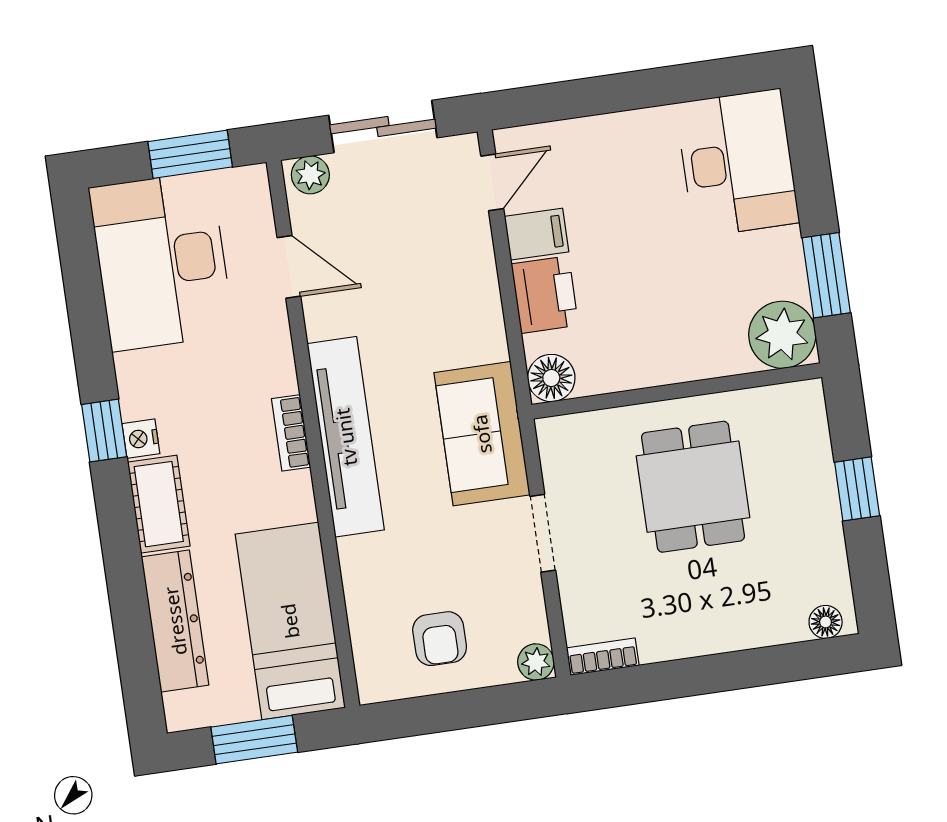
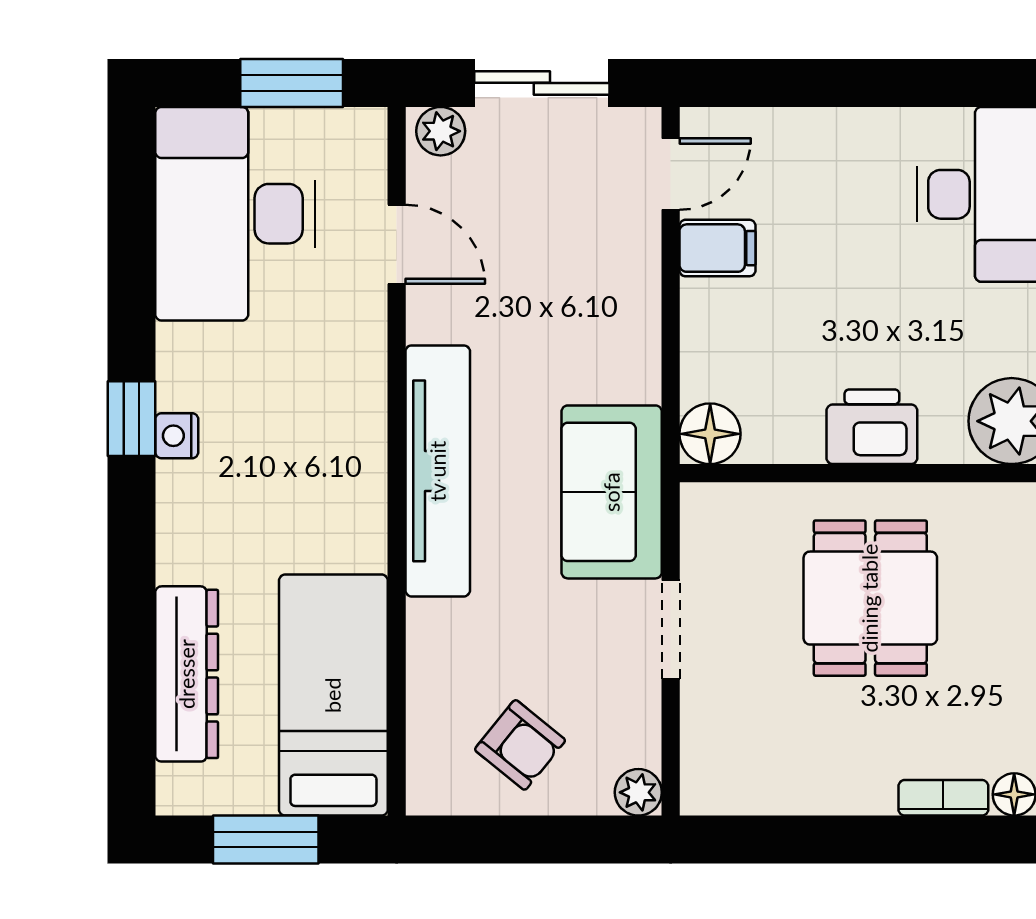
printer: (545, 295) -> (872, 427), moved, turned -90
bookcase: (291, 433) -> (369, 456), removed
cot: (159, 504) -> (188, 522), removed
armchair: (440, 639) -> (520, 745), turned -51
bookcase: (603, 657) -> (943, 798), moved

